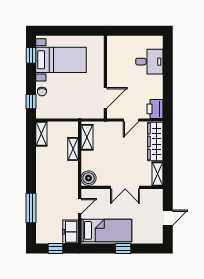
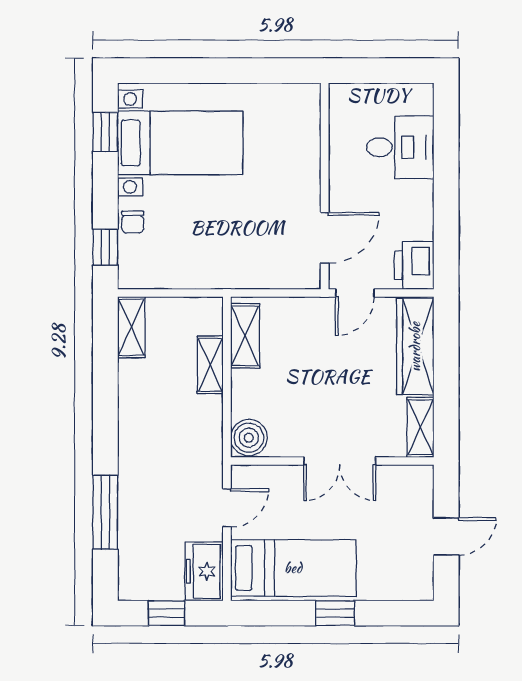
wall: (105, 77) -> (325, 186), moved
door: (105, 98) -> (325, 238), moved

